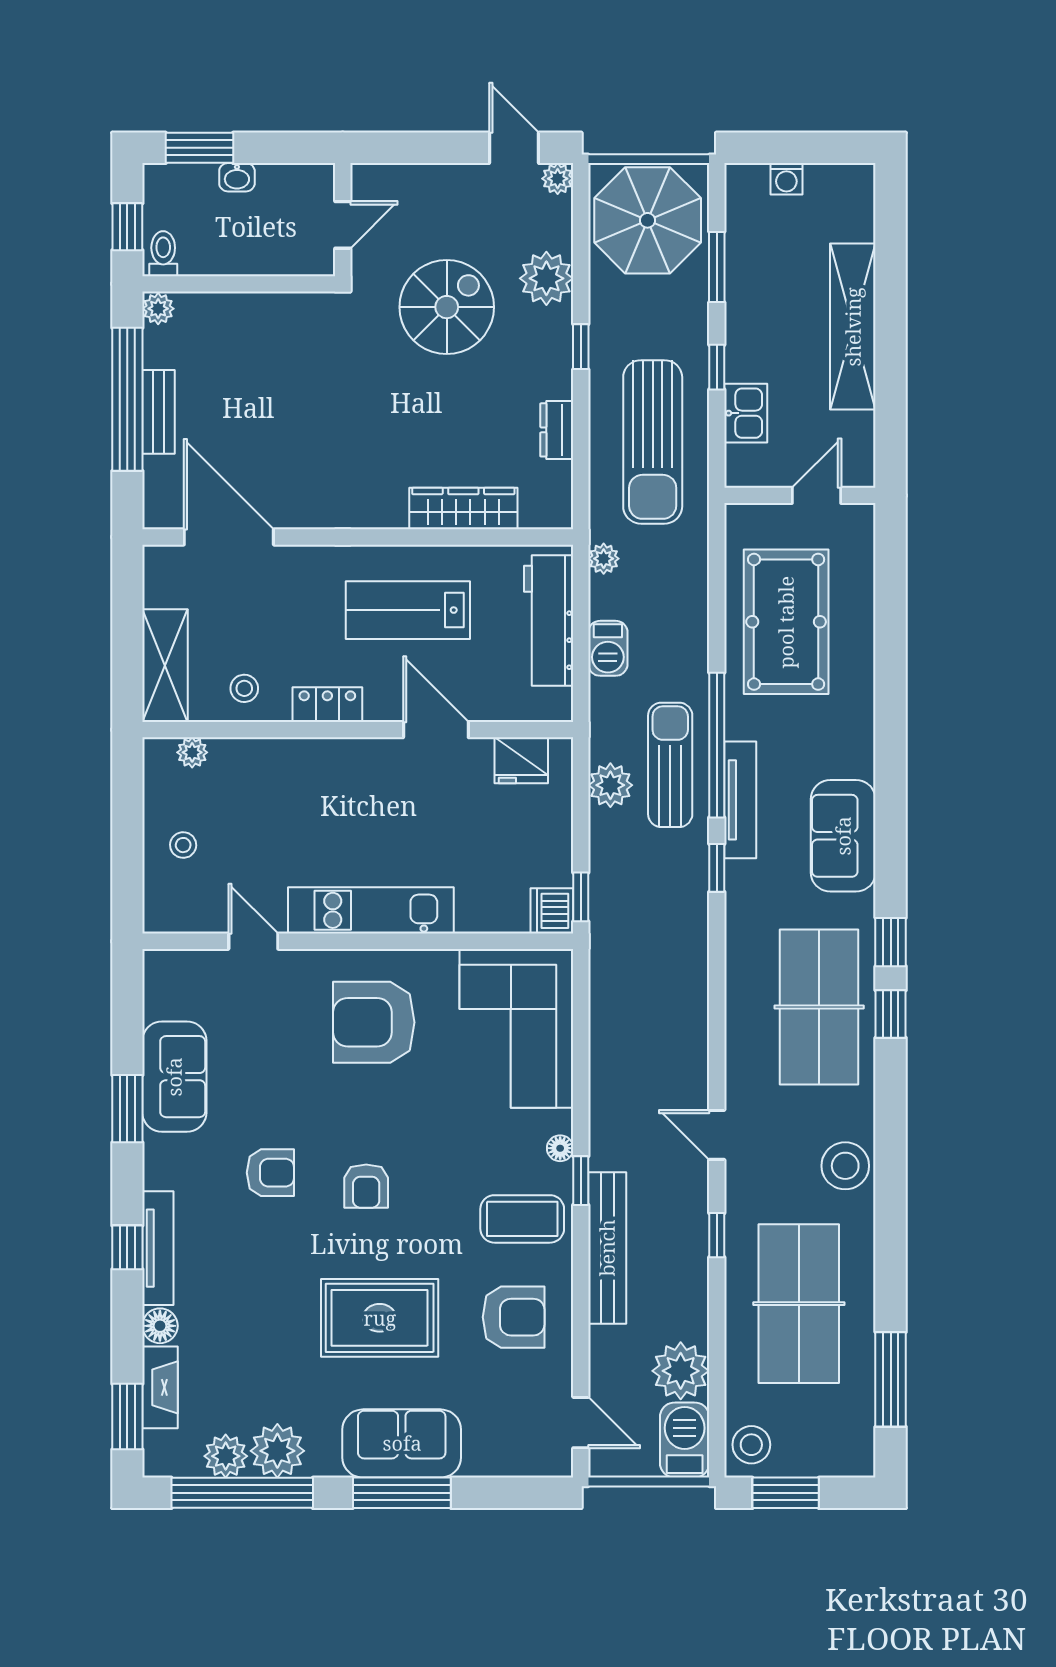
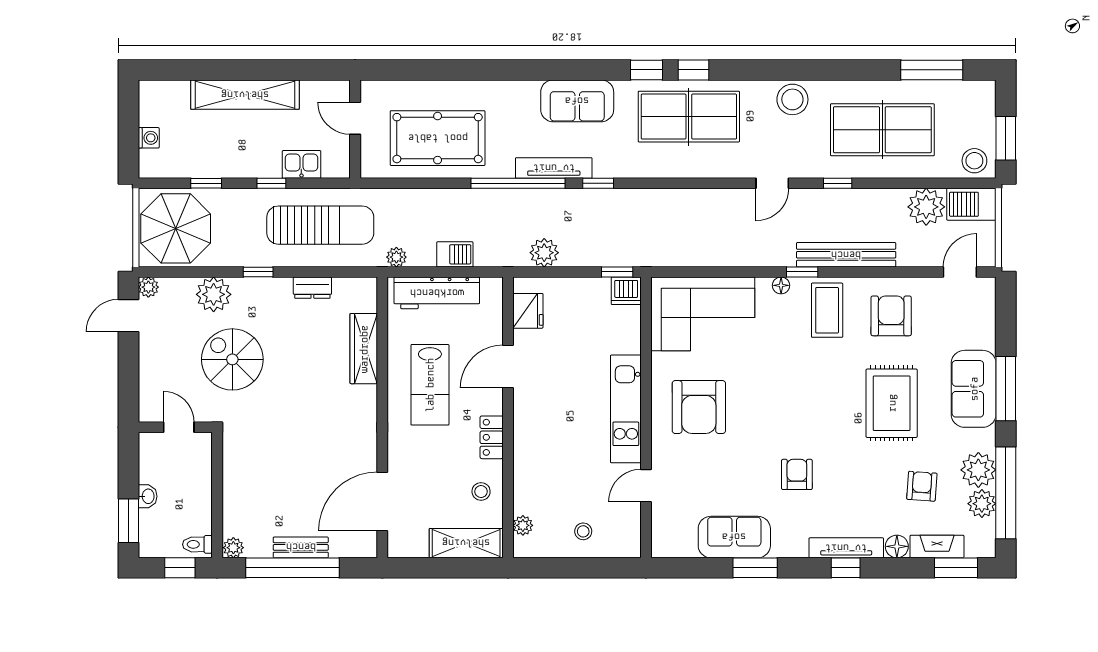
window: (717, 267) -> (206, 183), width x0.67
sun lounger: (670, 765) -> (531, 214), removed
armchair: (366, 1186) -> (922, 486), moved, turned -86

